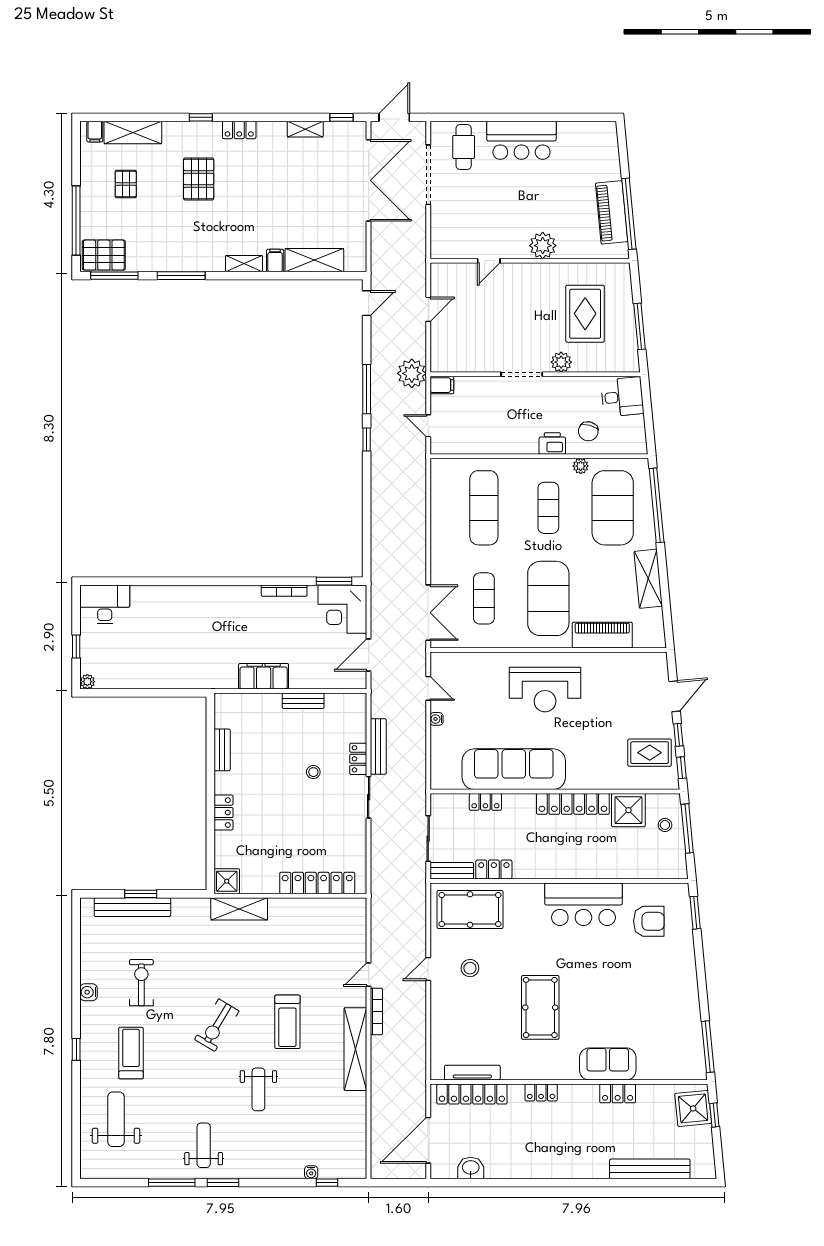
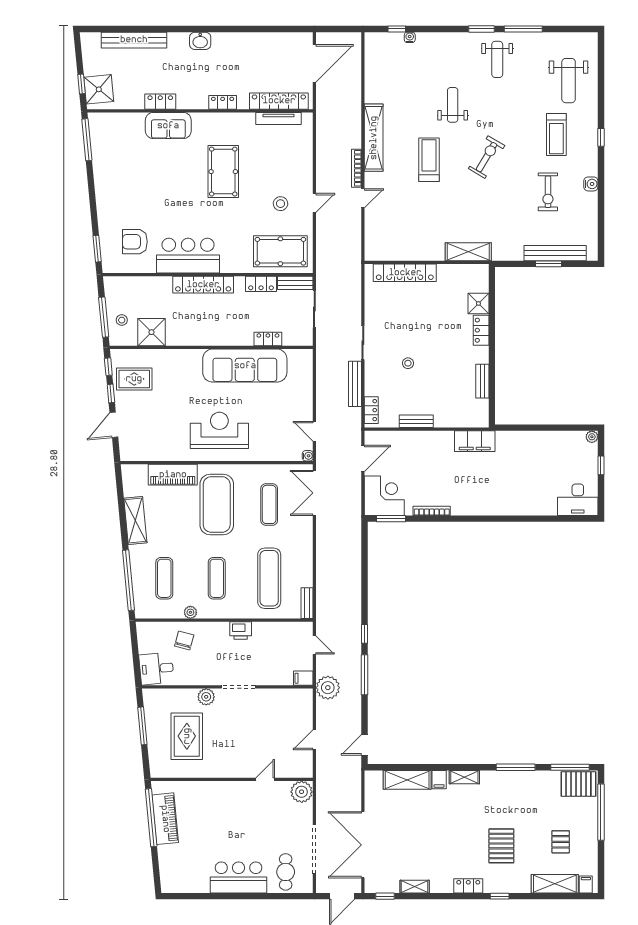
plant: (543, 246) -> (302, 792), moved
printer: (552, 444) -> (241, 631), moved
bench: (437, 477) -> (307, 603), added
exercise mat: (613, 508) -> (164, 578), width x0.50, depth x0.69
filing cabinet: (264, 676) -> (475, 441), moved
water cooler: (437, 719) -> (308, 456), moved
locker: (358, 759) -> (371, 410), moved
locker: (573, 804) -> (203, 285), moved, turned 180
shower: (227, 881) -> (478, 303), moved
washbasin: (471, 1168) -> (200, 41), moved

